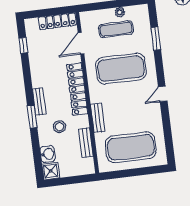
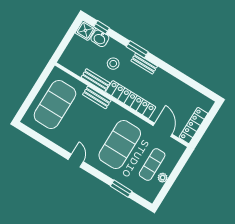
window: (23, 45) -> (102, 27), moved
bench: (86, 143) -> (95, 80), moved

